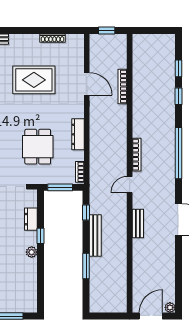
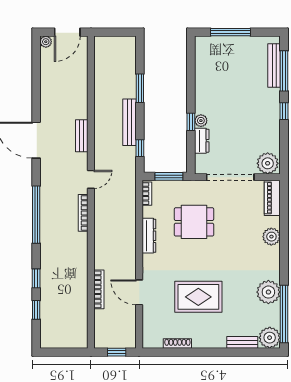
dining table: (38, 147) -> (194, 222), turned 90
plant: (32, 252) -> (201, 121), moved

